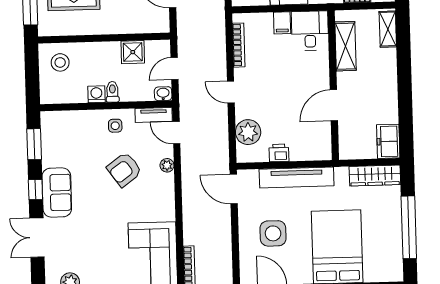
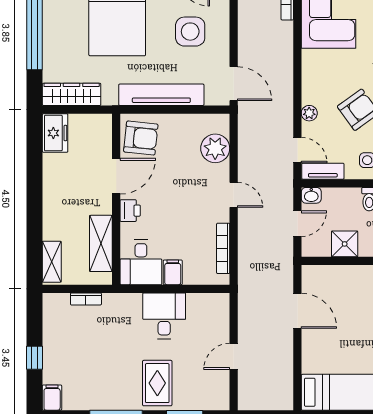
armchair: (313, 139) -> (141, 138), added
printer: (279, 153) -> (130, 211), moved, turned -90

